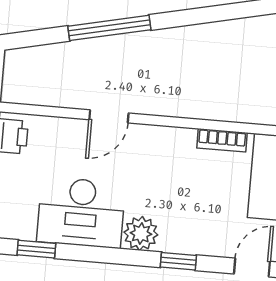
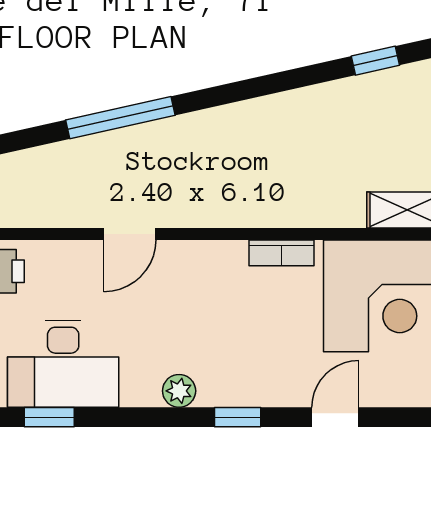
desk: (81, 212) -> (63, 364), moved
plant: (141, 233) -> (179, 391), width x0.73, depth x0.73

